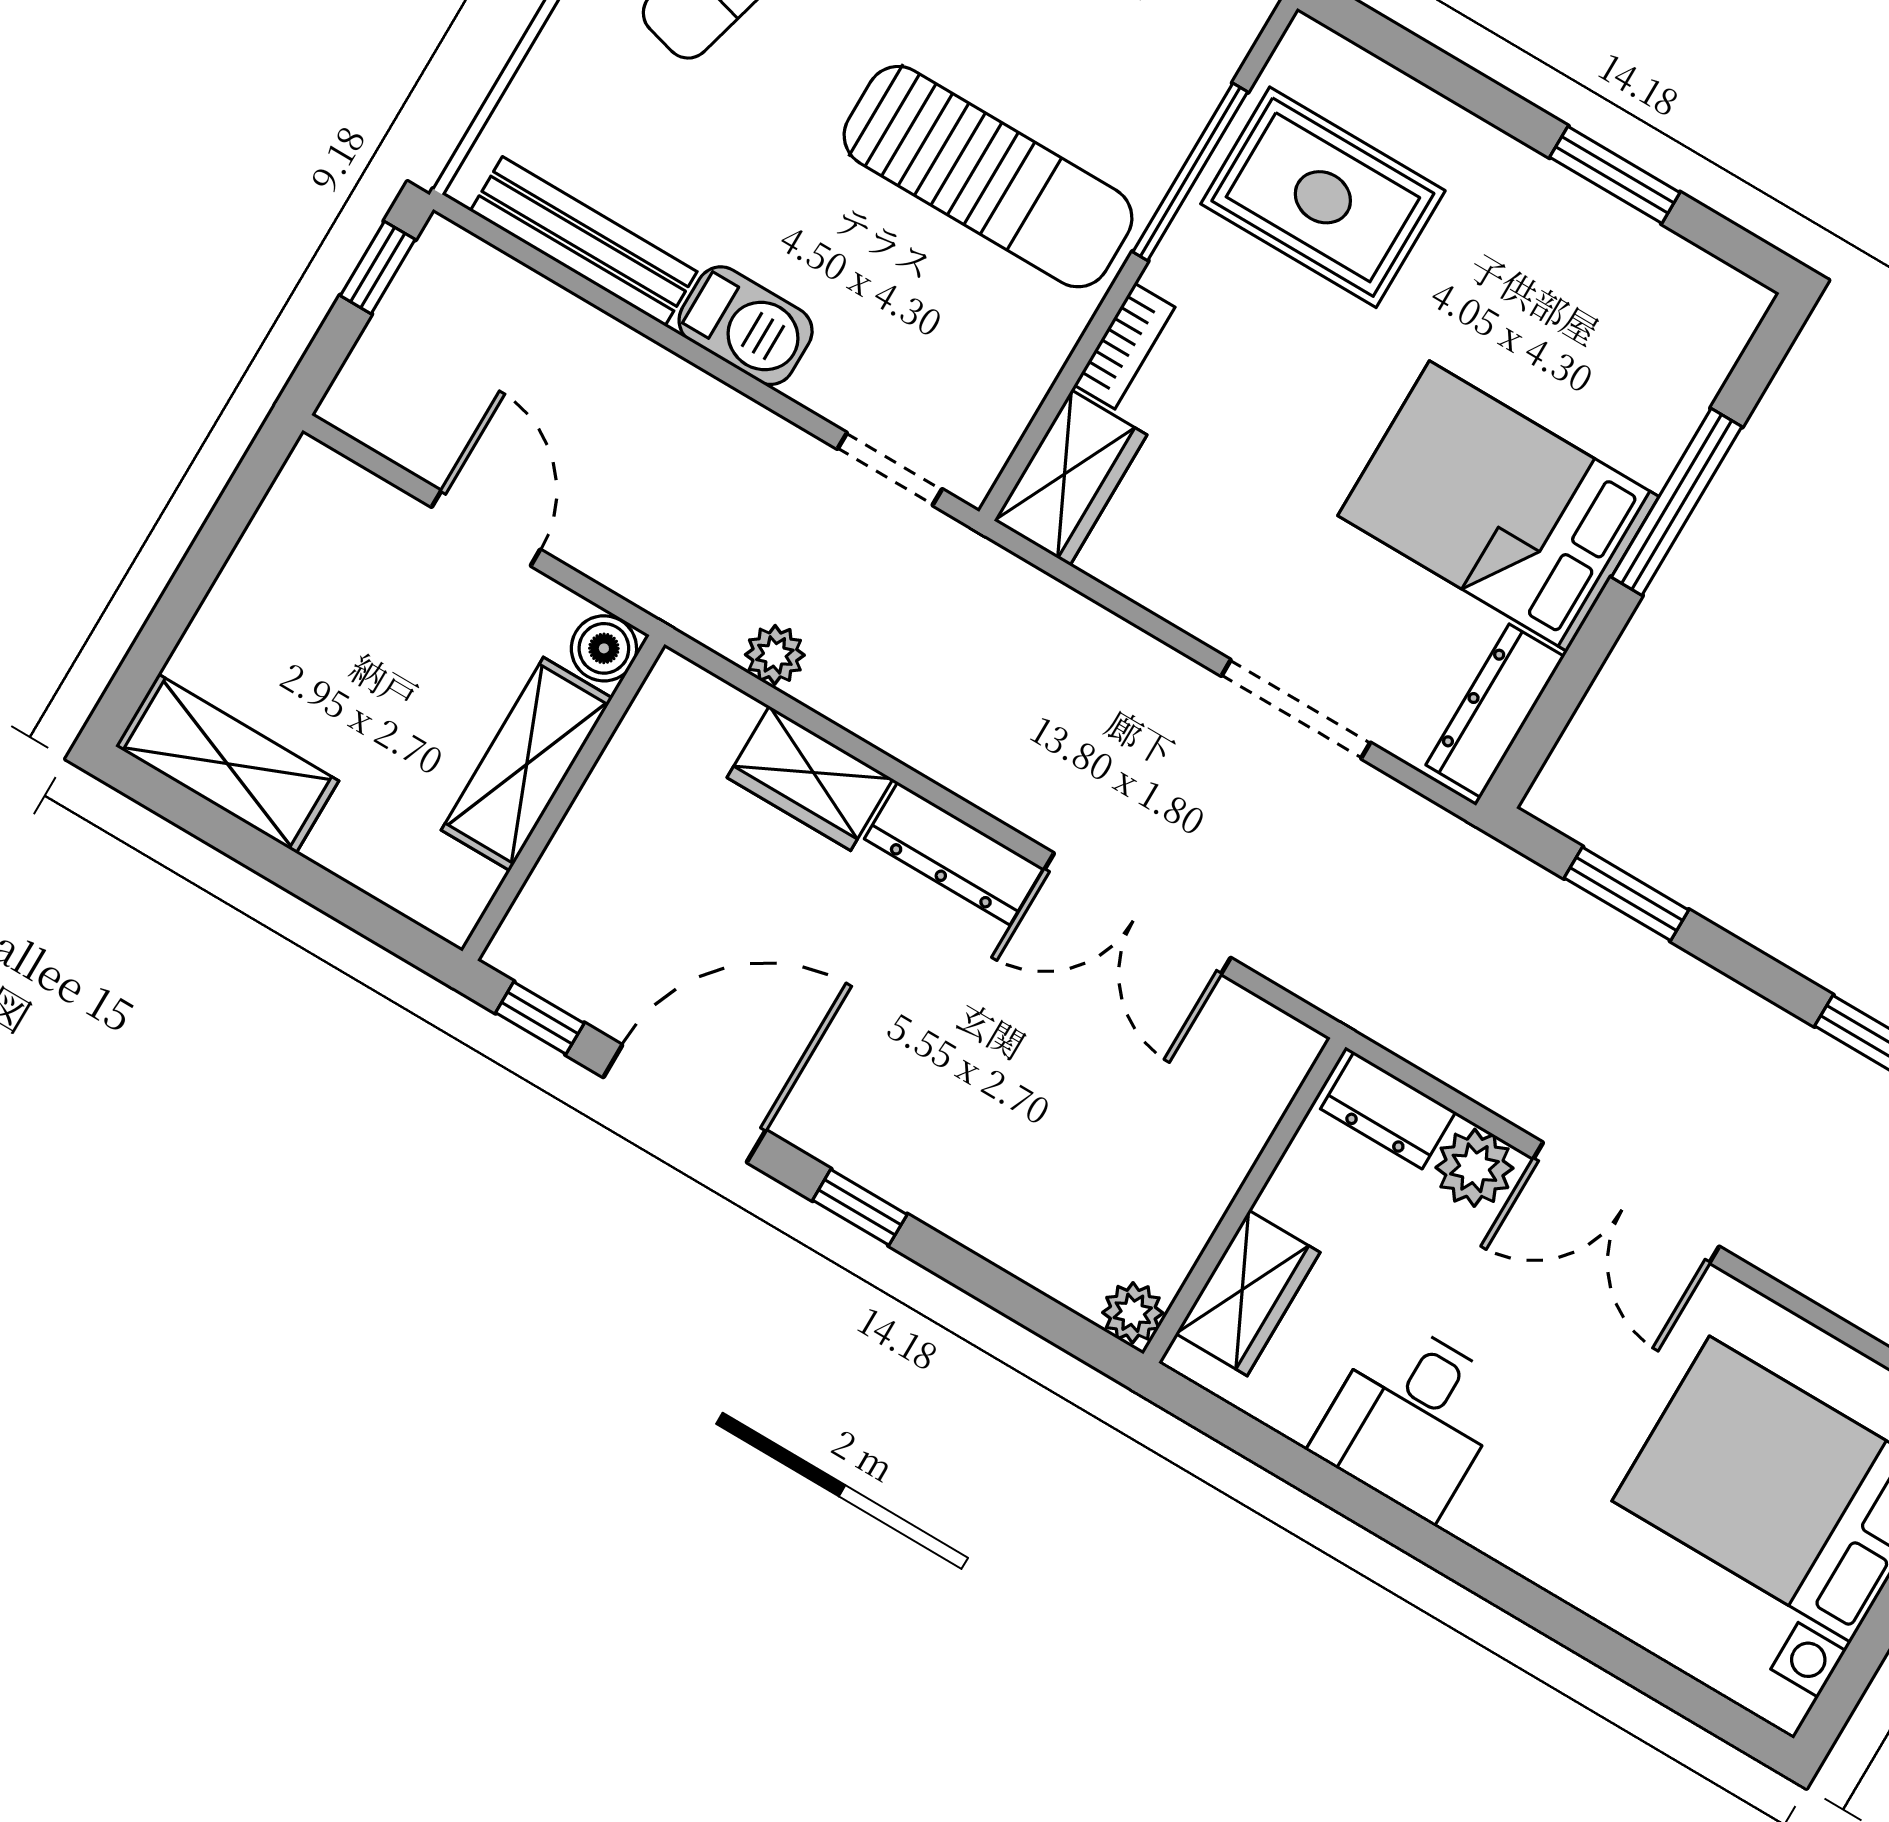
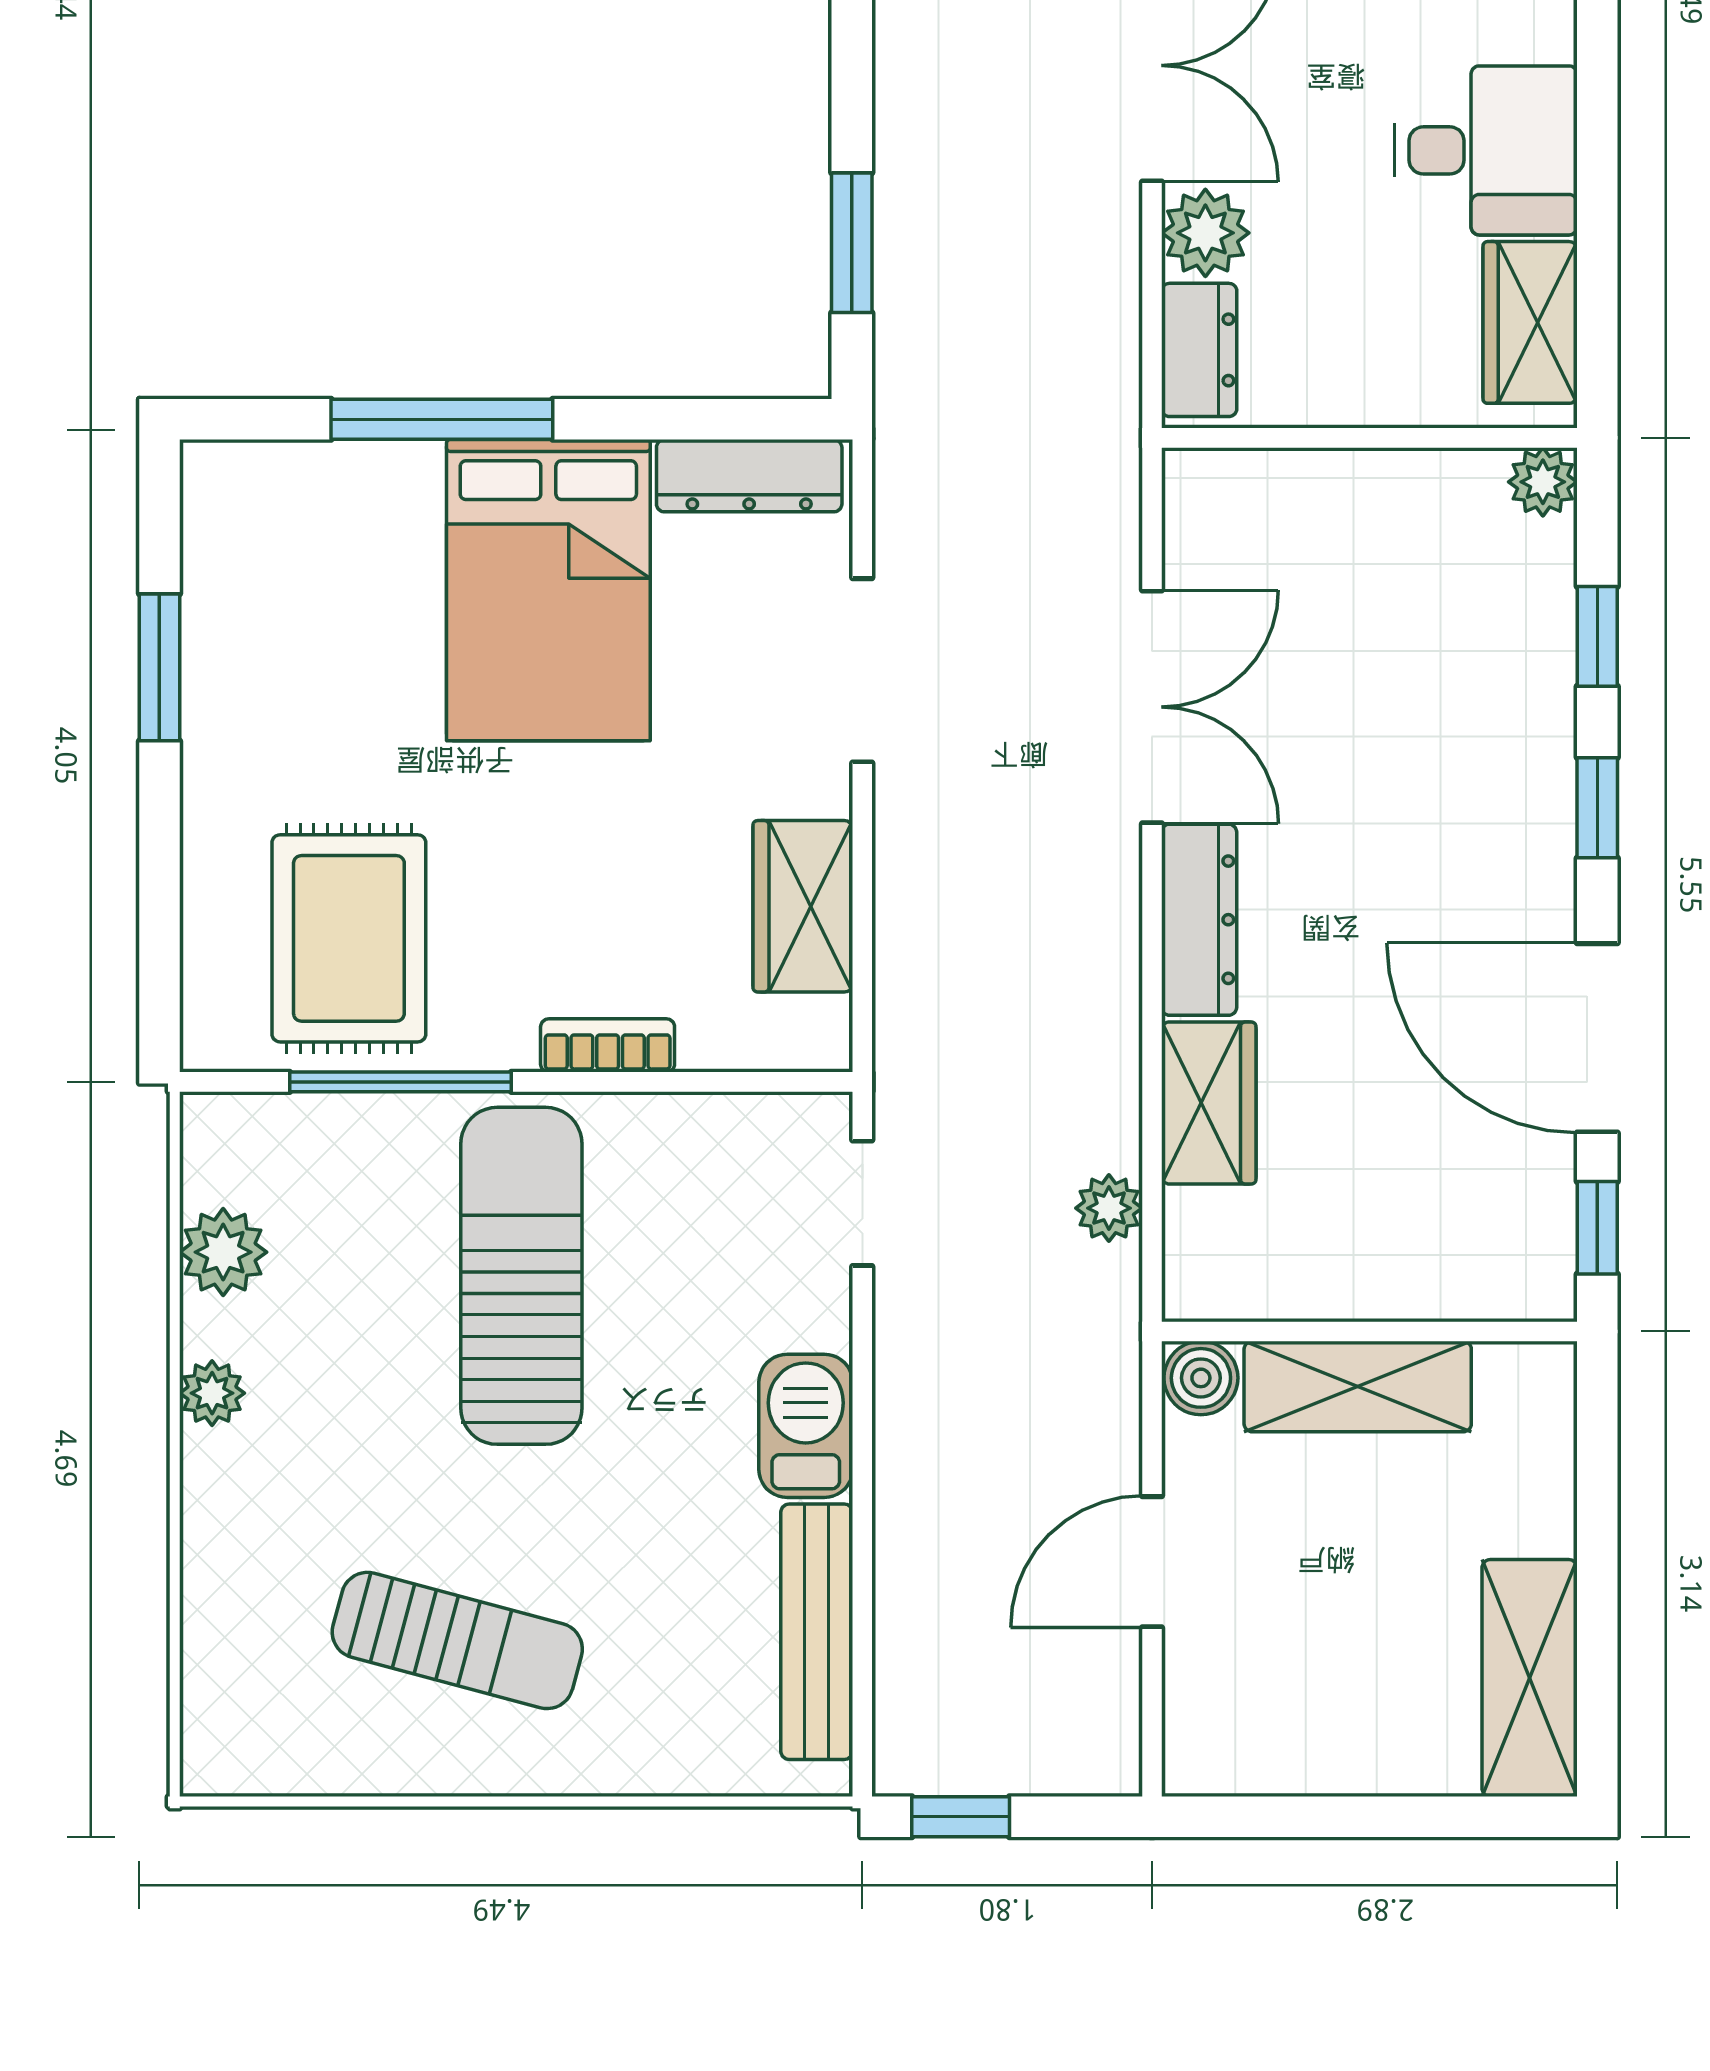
wardrobe: (1071, 478) -> (803, 906), moved, turned -90
window: (990, 1285) -> (1597, 636), added
wardrobe: (1248, 1293) -> (1530, 322), moved, turned -90

